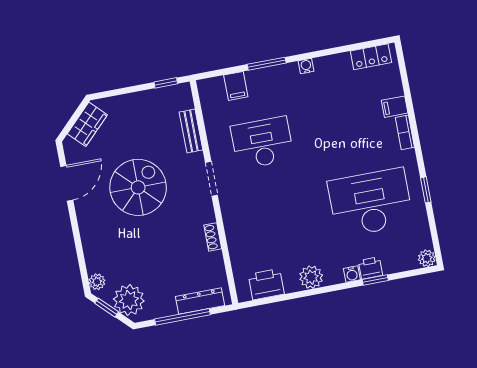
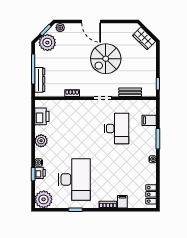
door: (67, 183) -> (91, 22), moved
spiral stairs: (138, 187) -> (106, 59), turned 90
plant: (427, 258) -> (44, 199), width x1.88, depth x1.88

